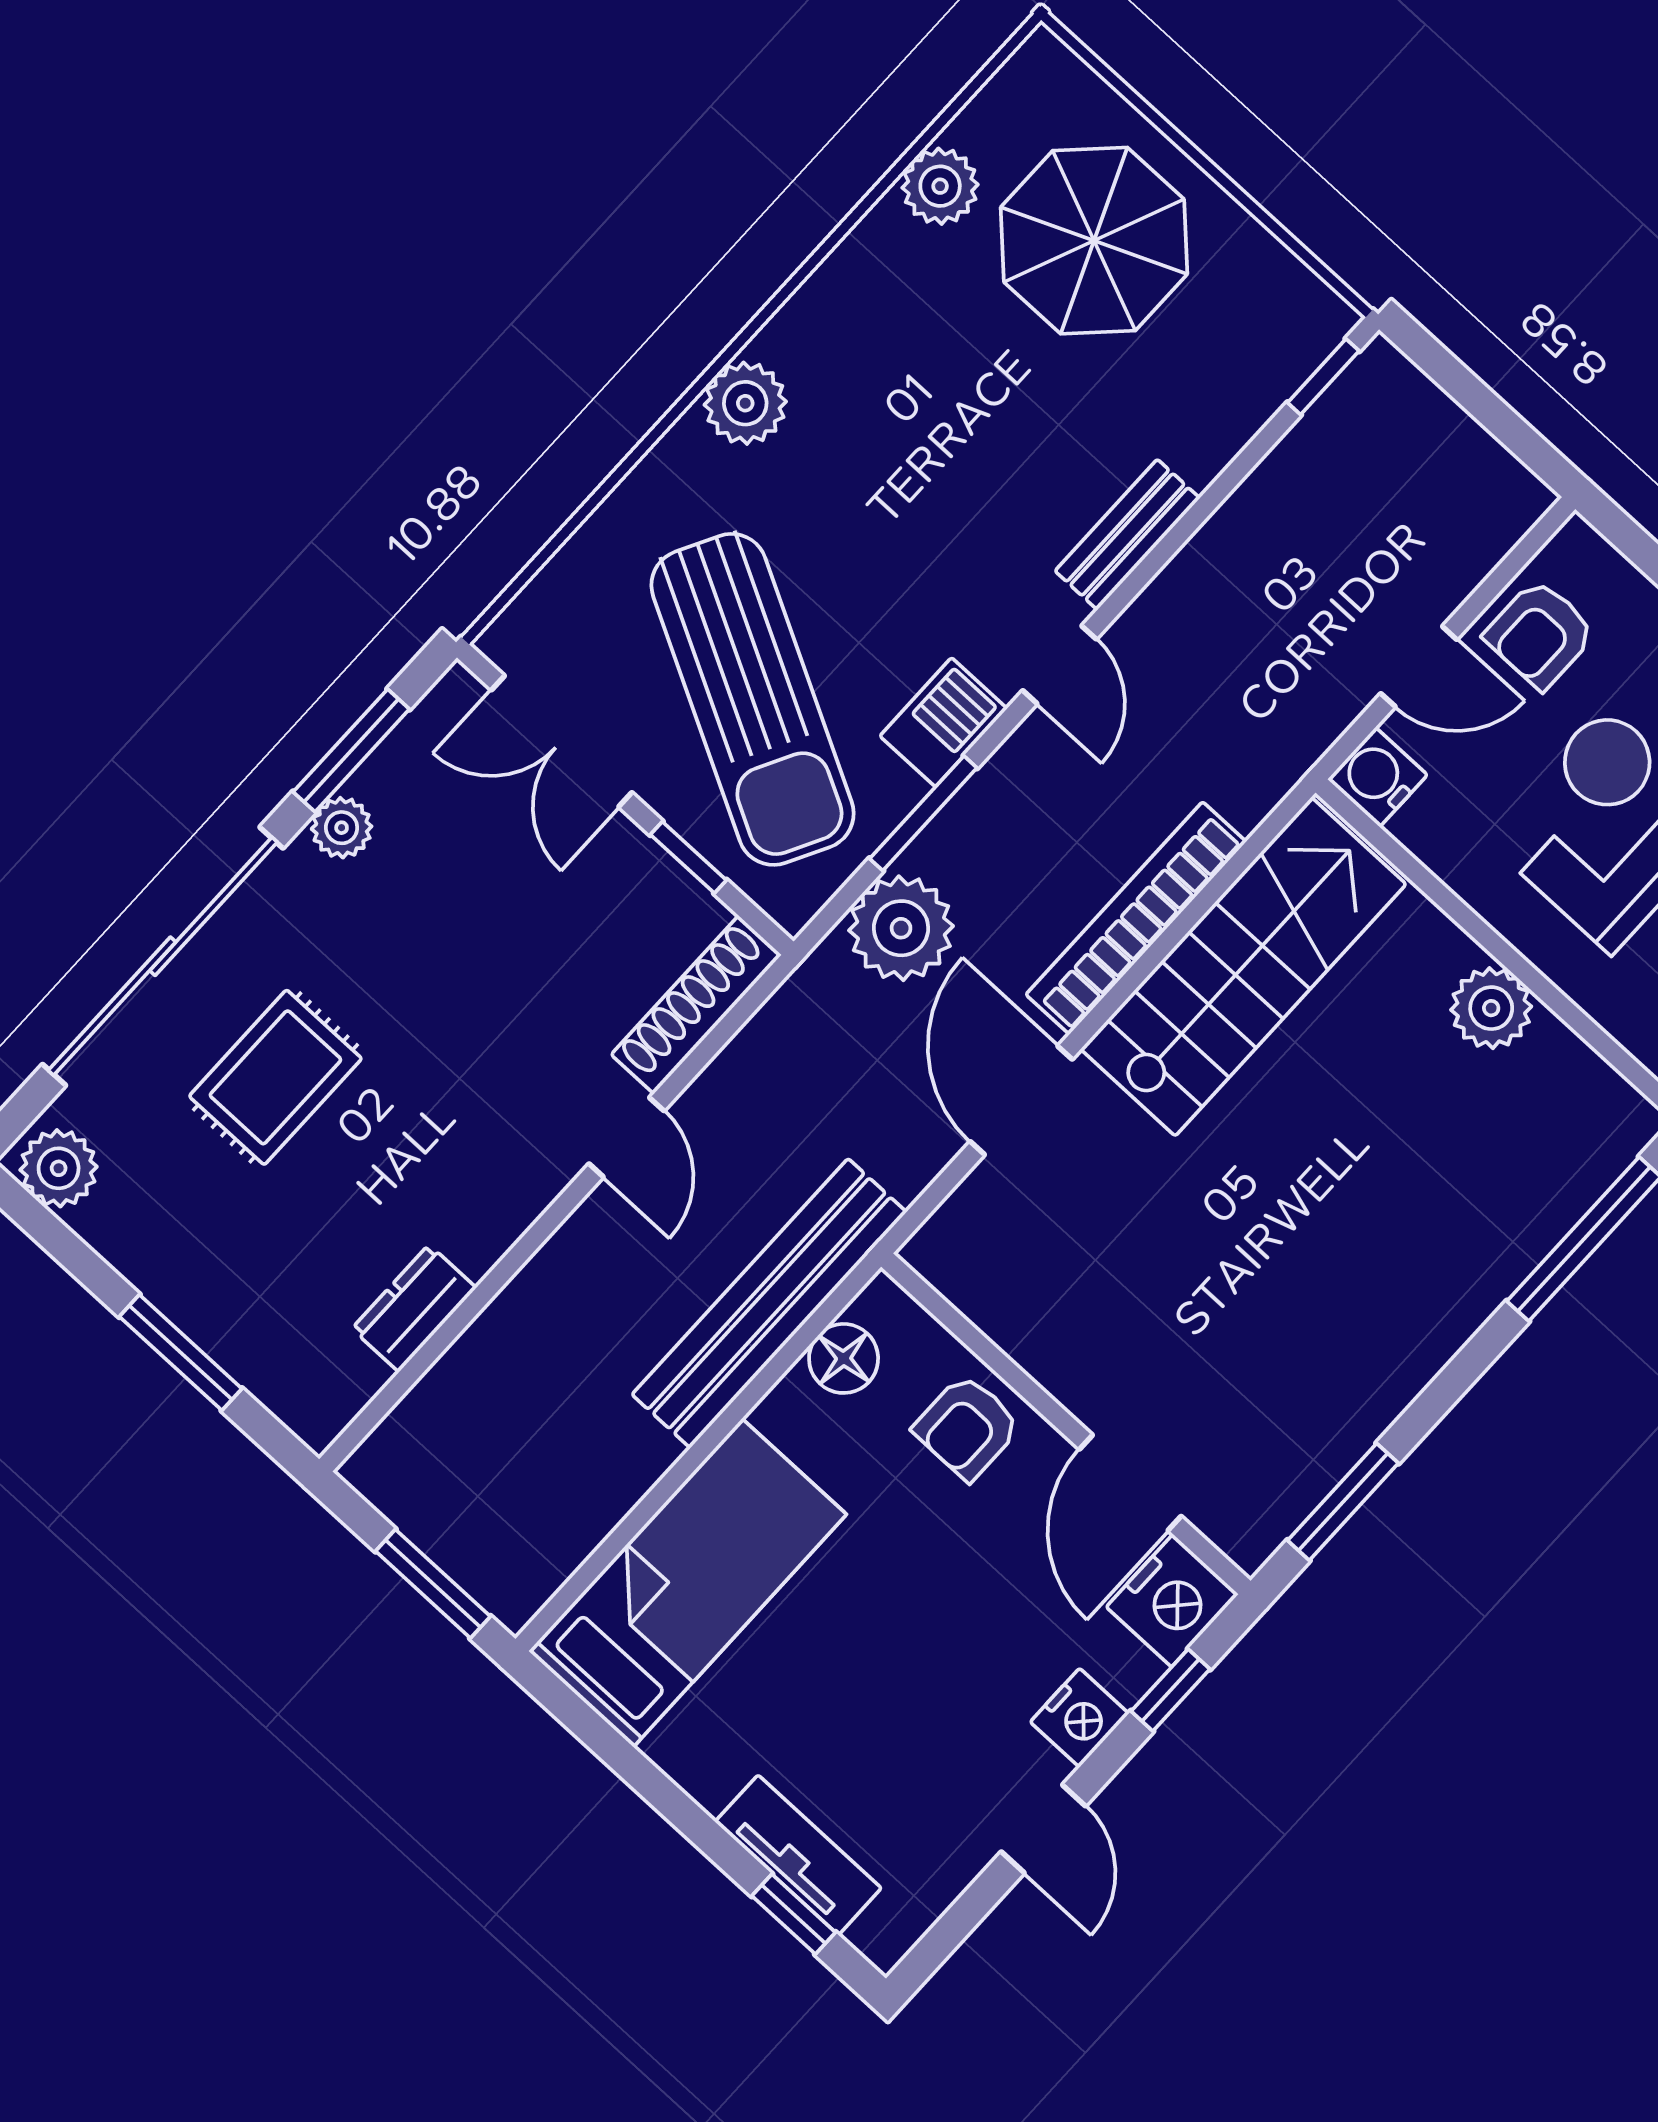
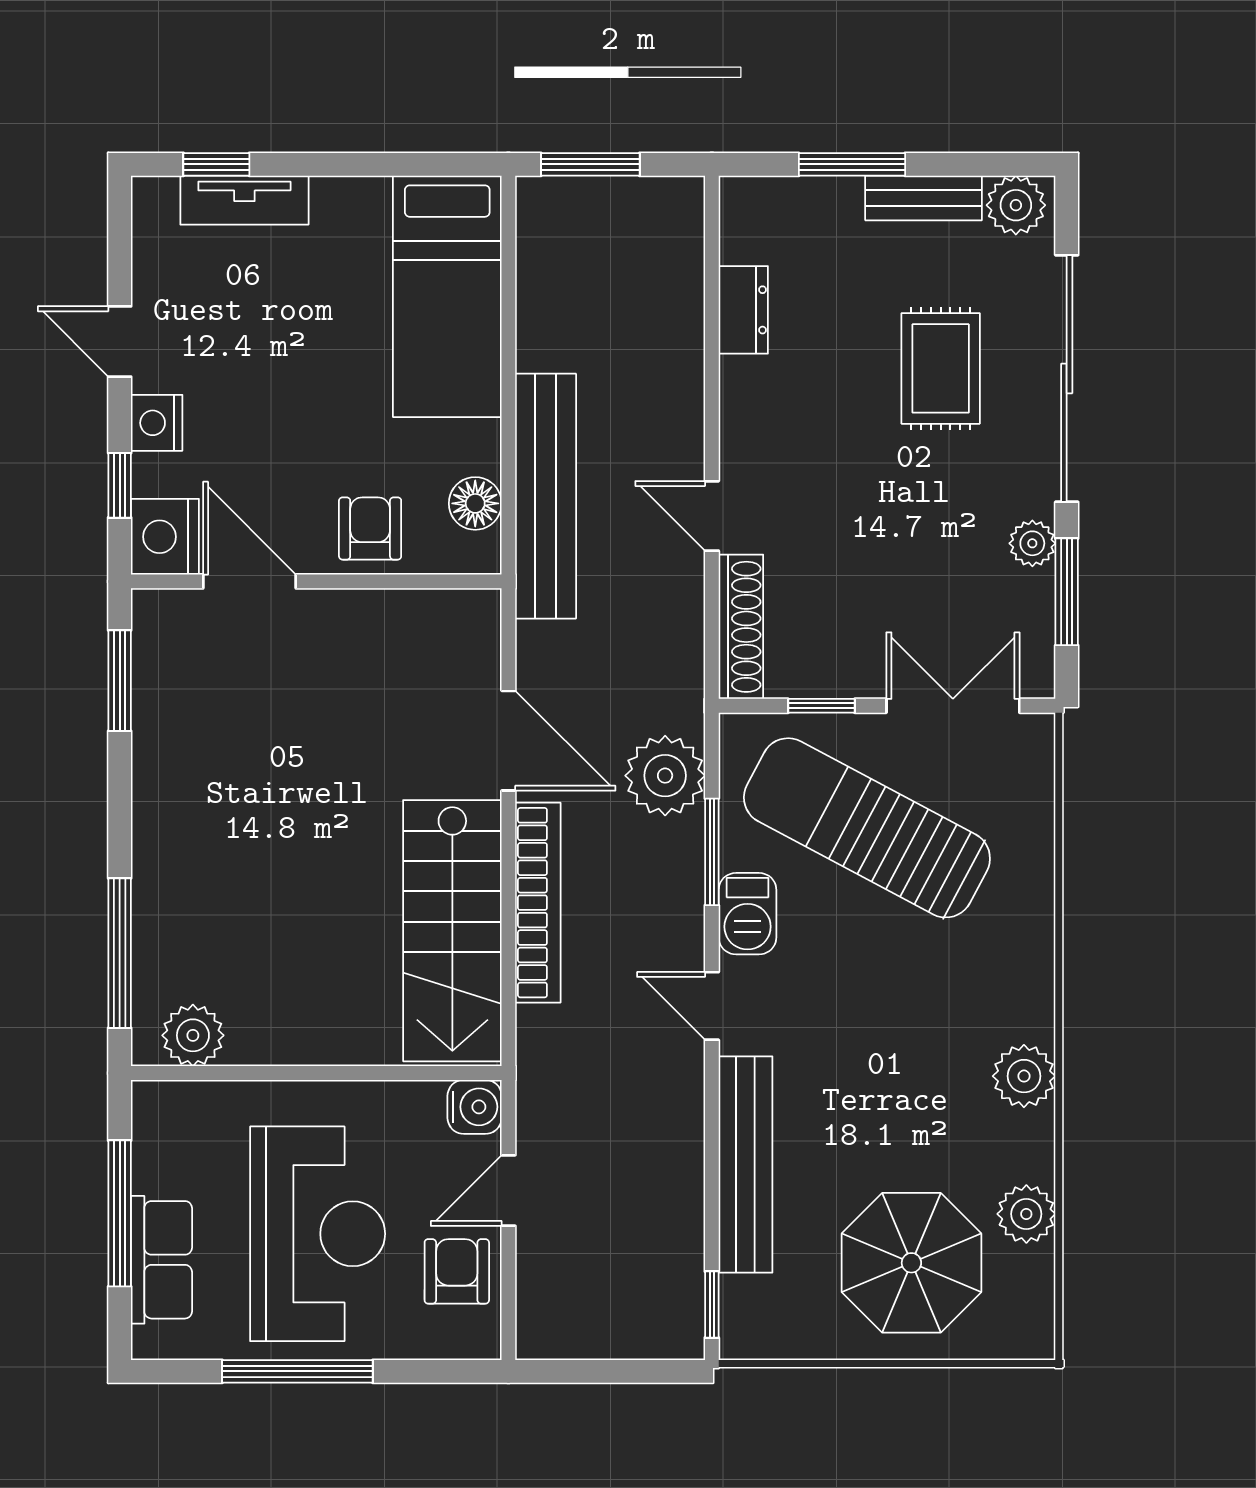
plant: (745, 403) -> (1024, 1076), moved
bench: (1127, 535) -> (746, 1165), width x1.86, depth x1.21
plant: (1491, 1008) -> (193, 1035), moved
bench: (141, 1257) -> (924, 198), added

